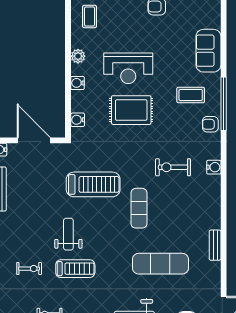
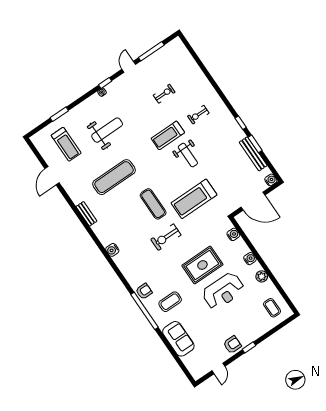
reception desk: (128, 68) -> (223, 291), turned 180
exercise bike: (173, 167) -> (166, 237), moved, turned 180
water cooler: (214, 167) -> (112, 250), moved

